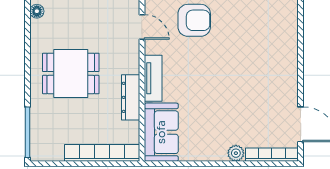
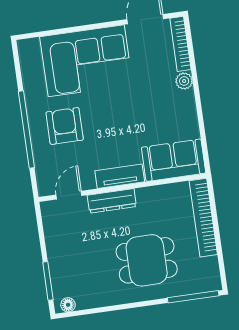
armchair: (194, 20) -> (65, 126), moved
corner sofa: (269, 62) -> (86, 61), added
dining table: (71, 73) -> (147, 260), moved, turned 90
dresser: (131, 97) -> (112, 201), moved

